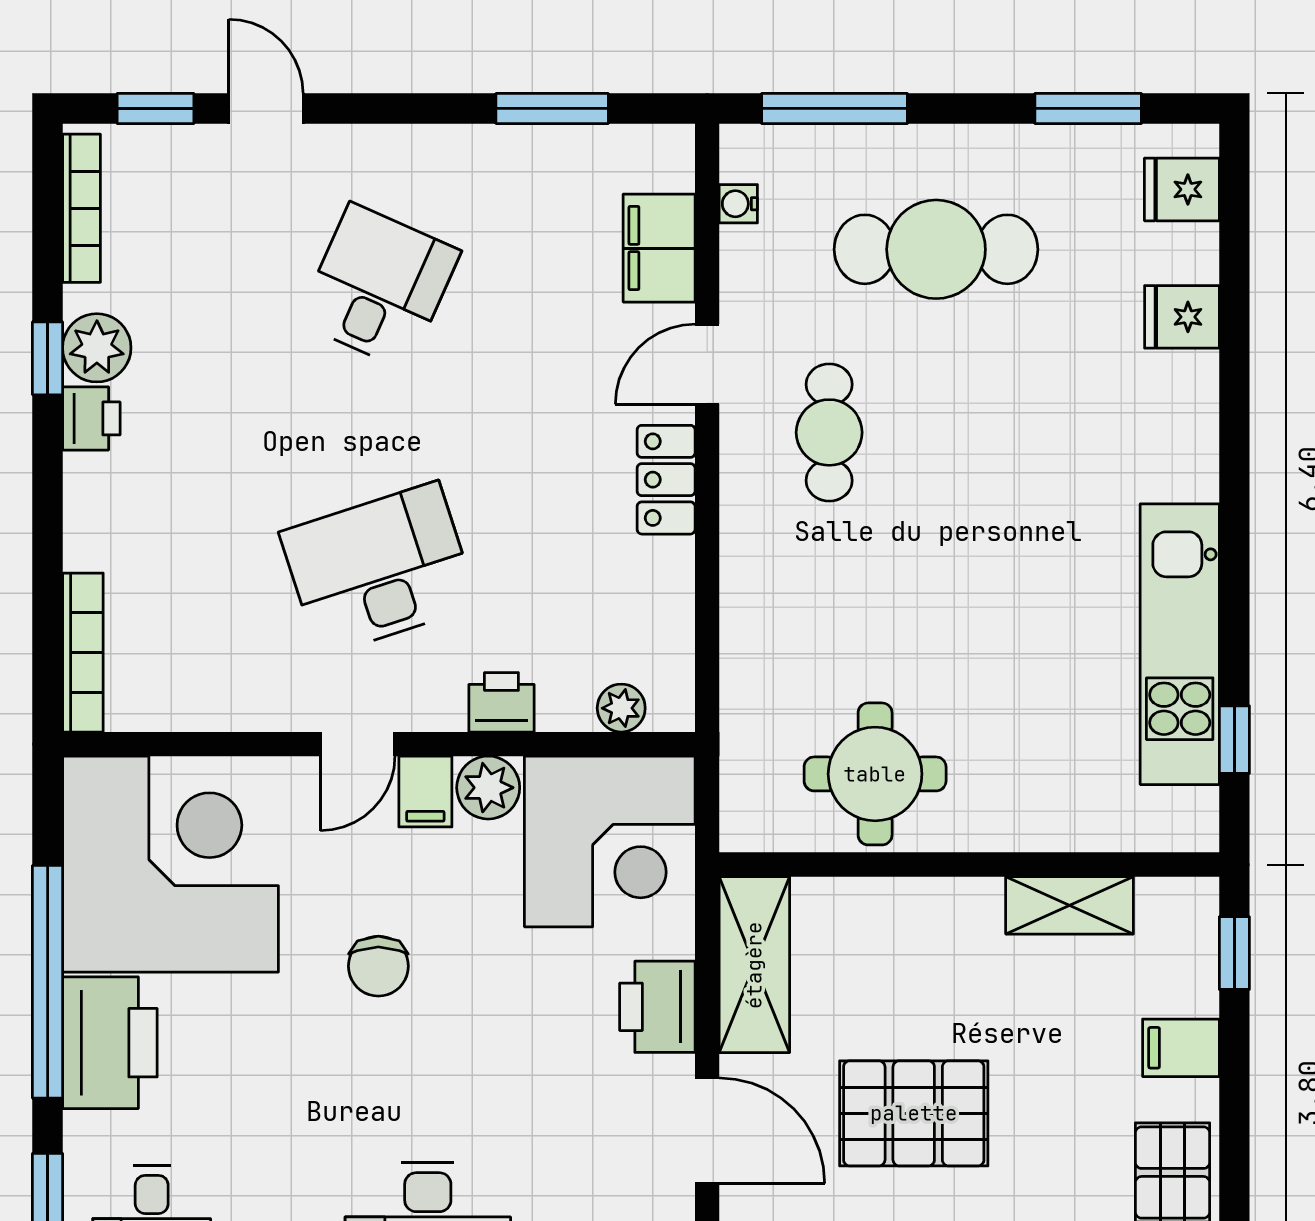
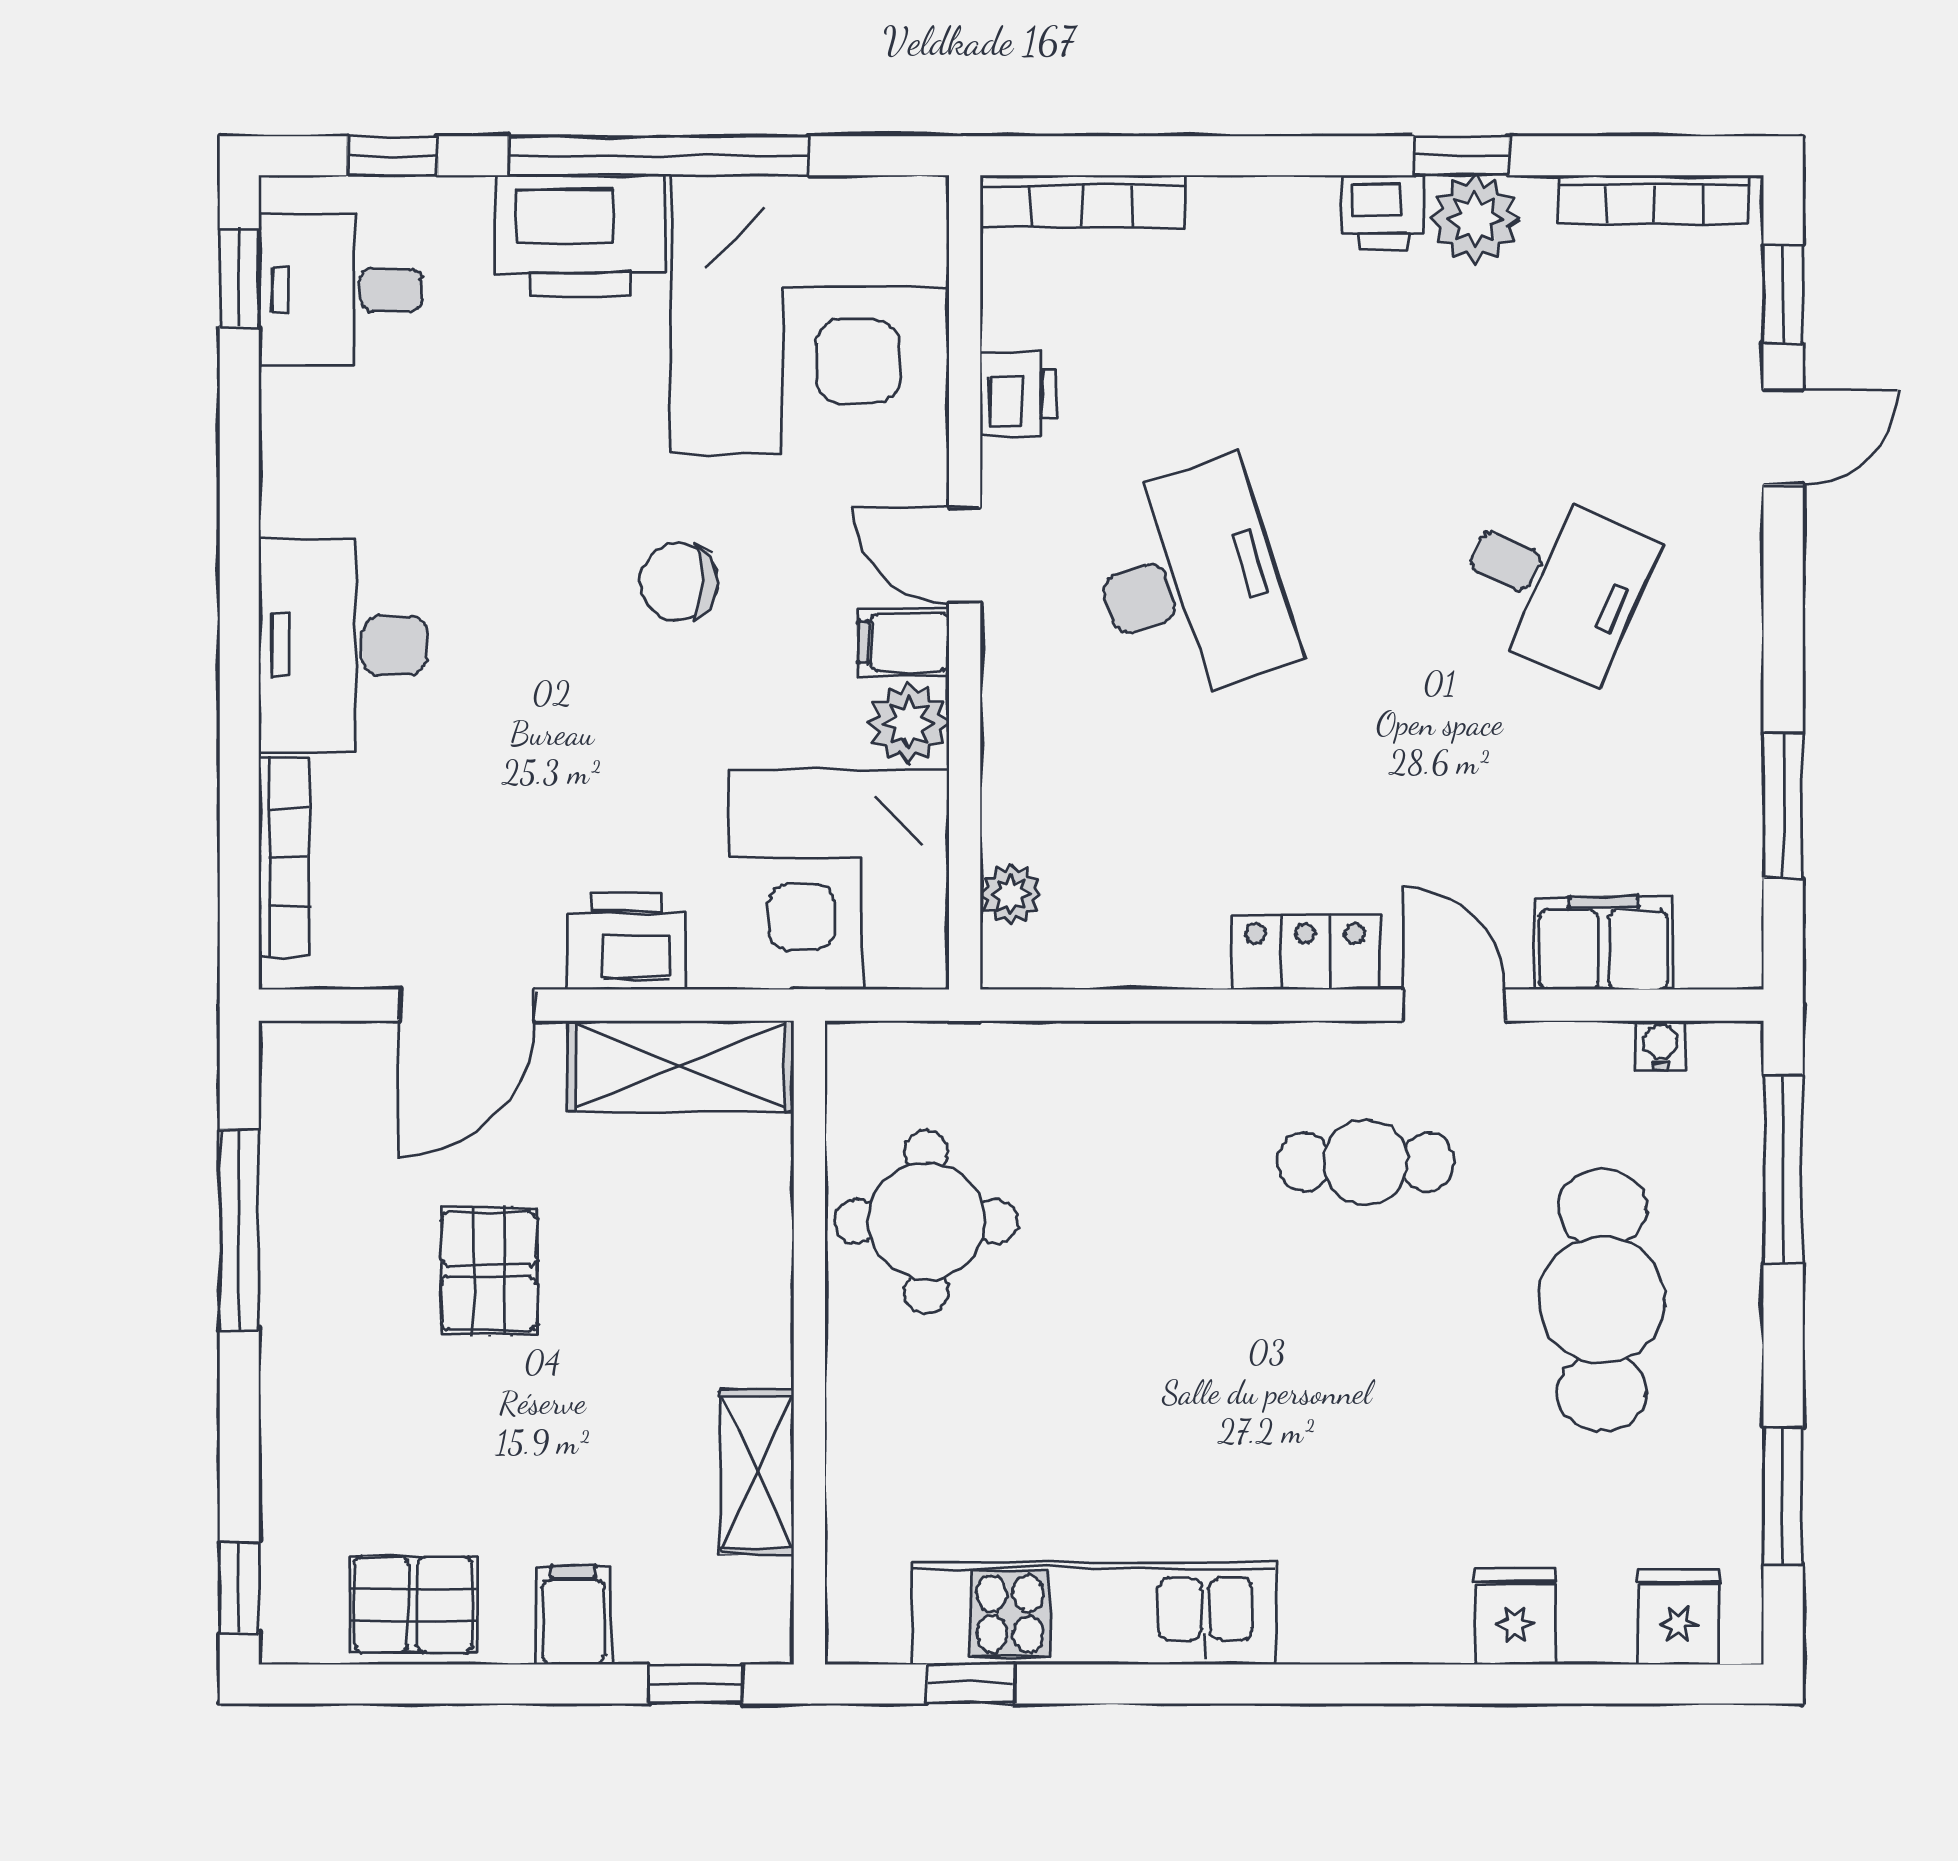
printer: (501, 702) -> (1018, 394), moved
pallet: (914, 1113) -> (489, 1271), width x0.67, depth x0.71

